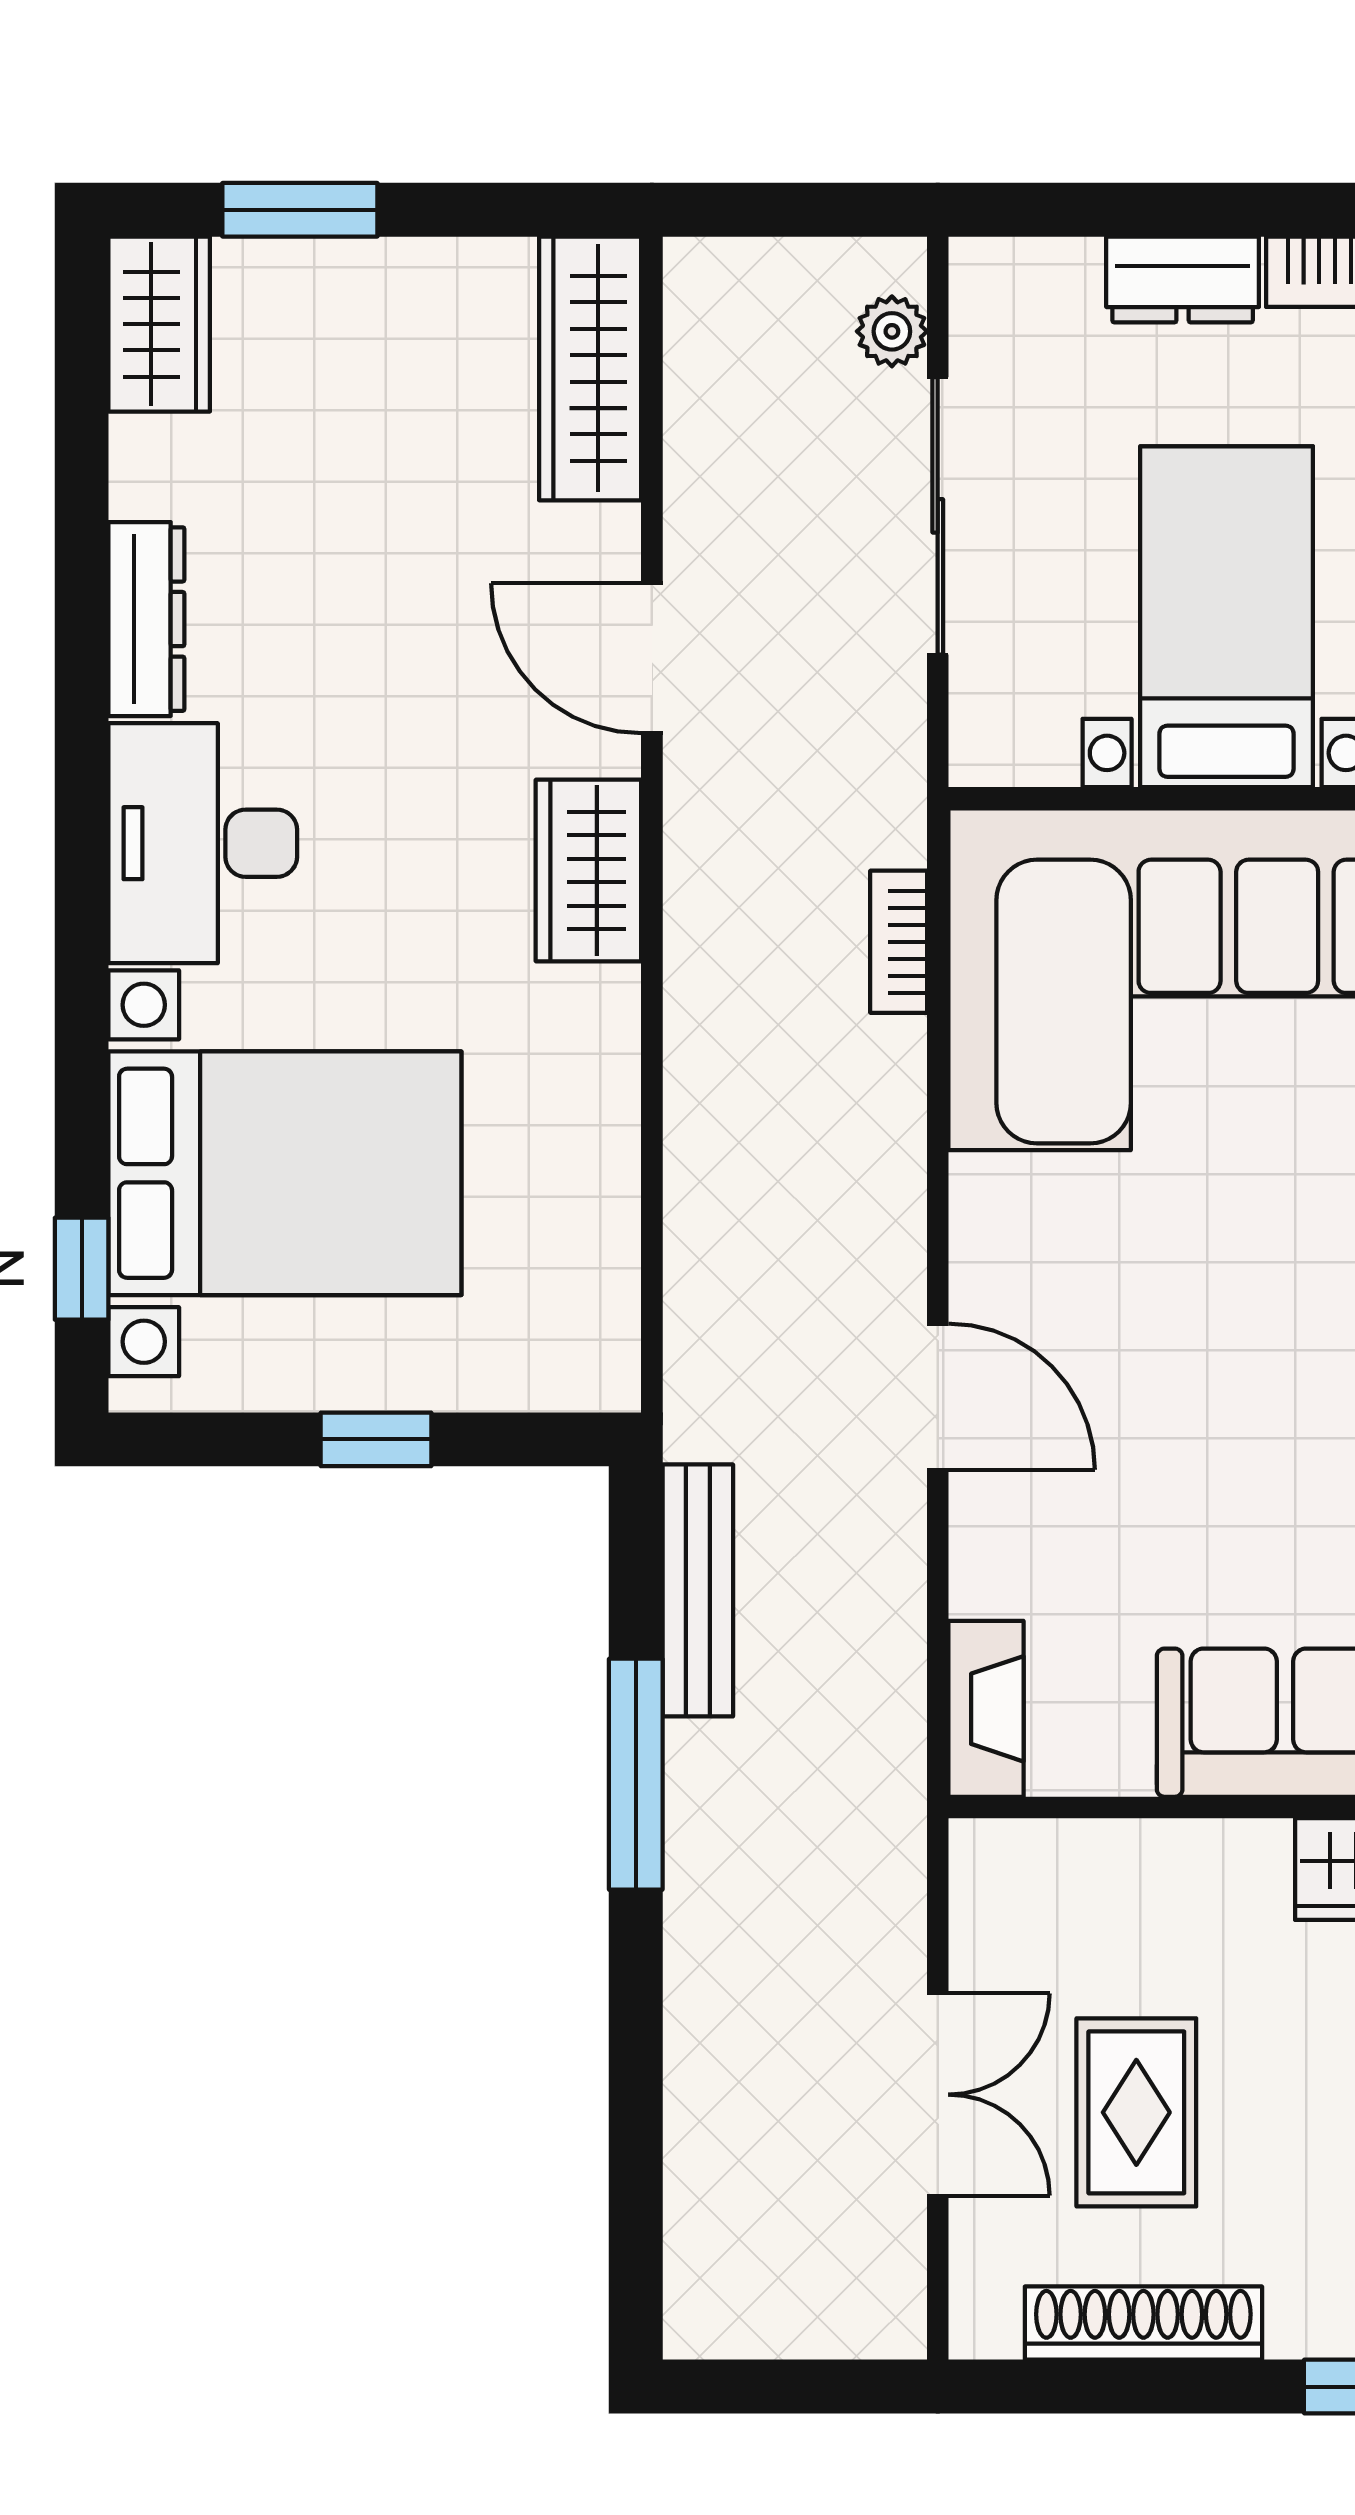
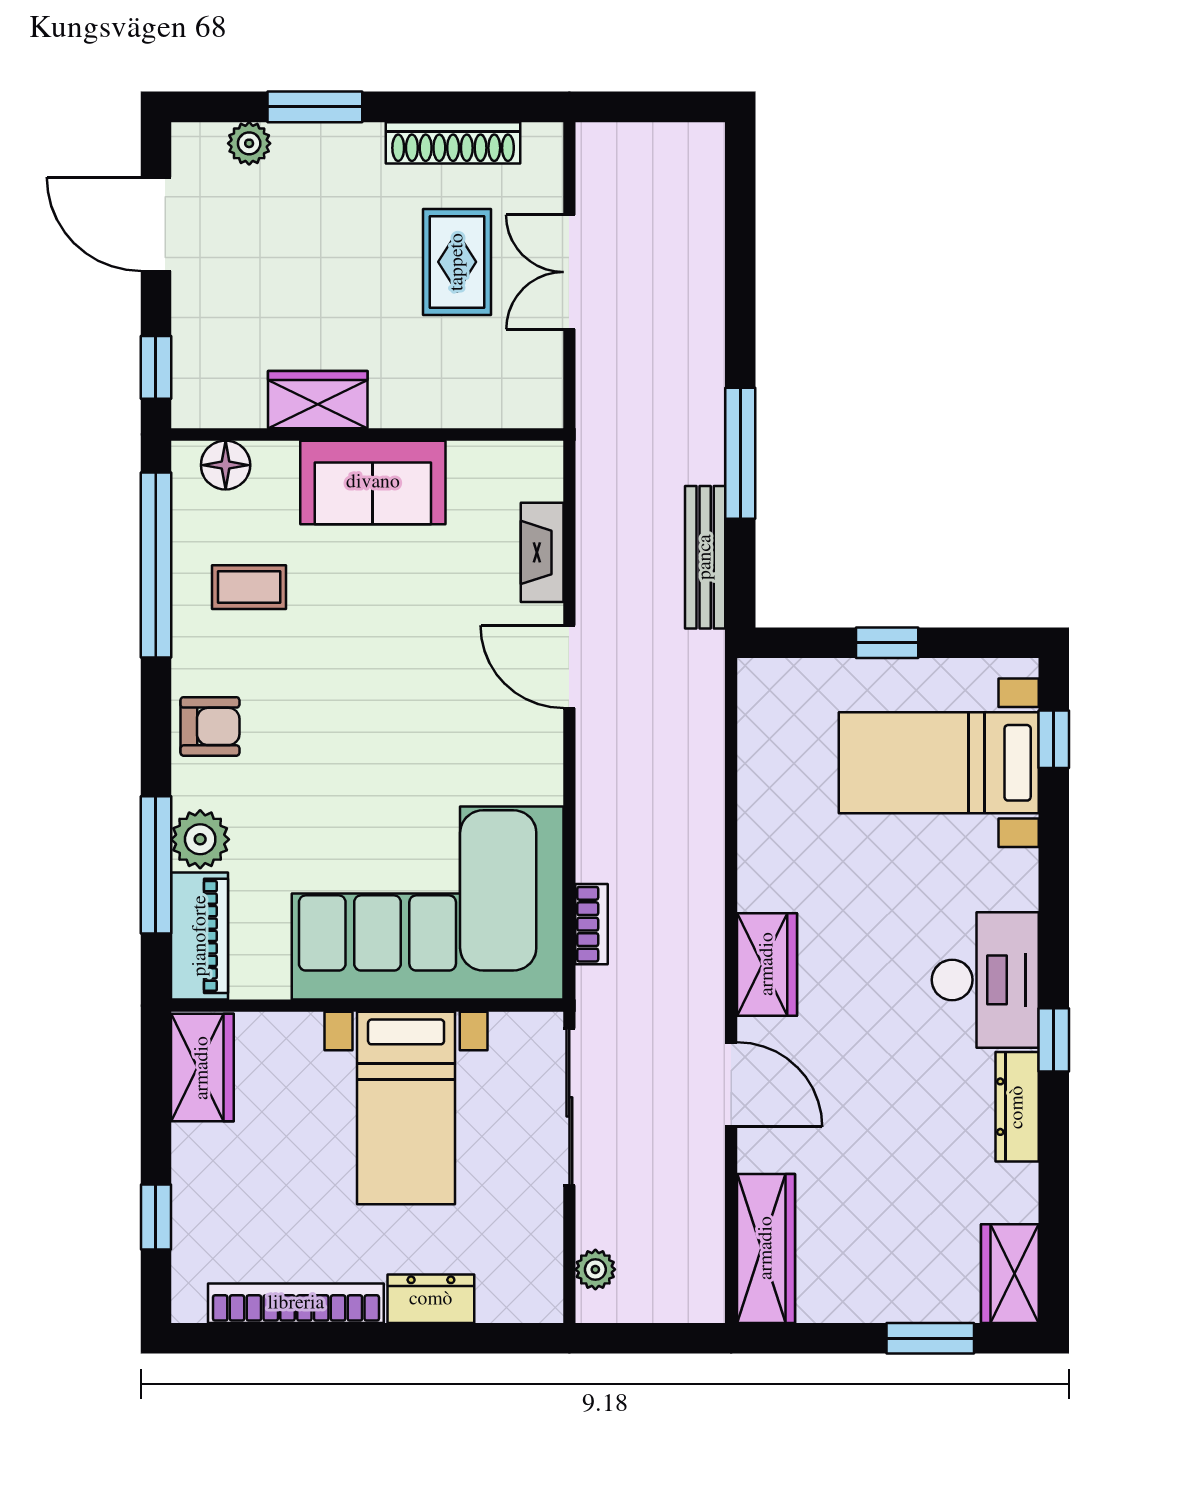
sliding door: (938, 516) -> (569, 1107), moved
window: (82, 737) -> (1054, 1040), added
bed with nightstands: (285, 1173) -> (939, 763), width x0.73
fireplace: (986, 1709) -> (542, 552), moved

